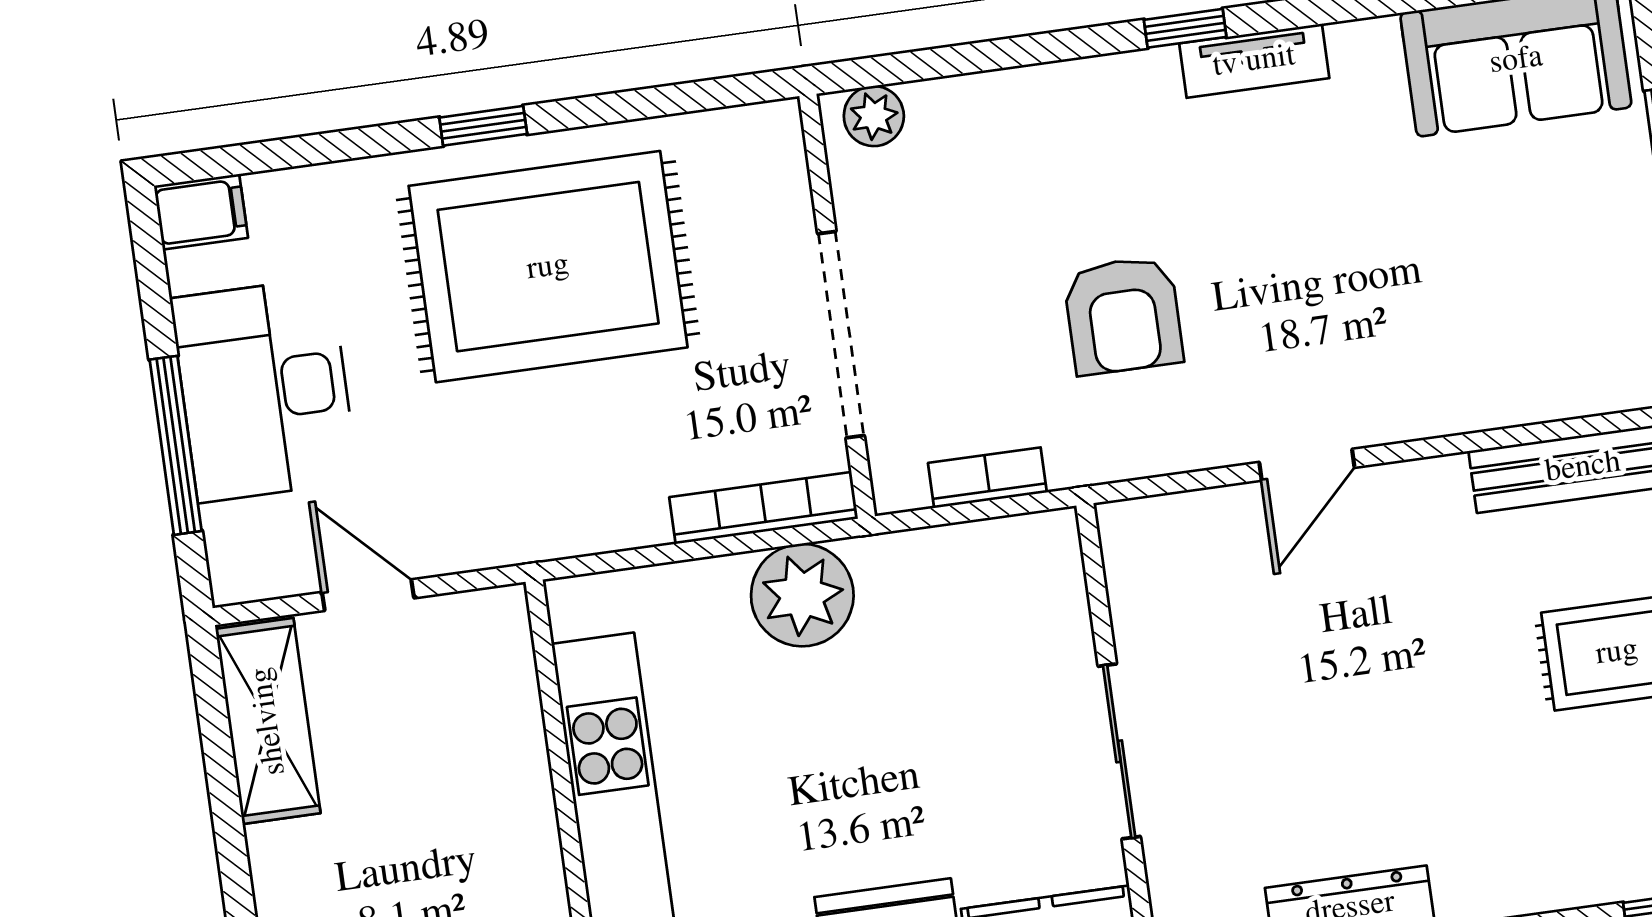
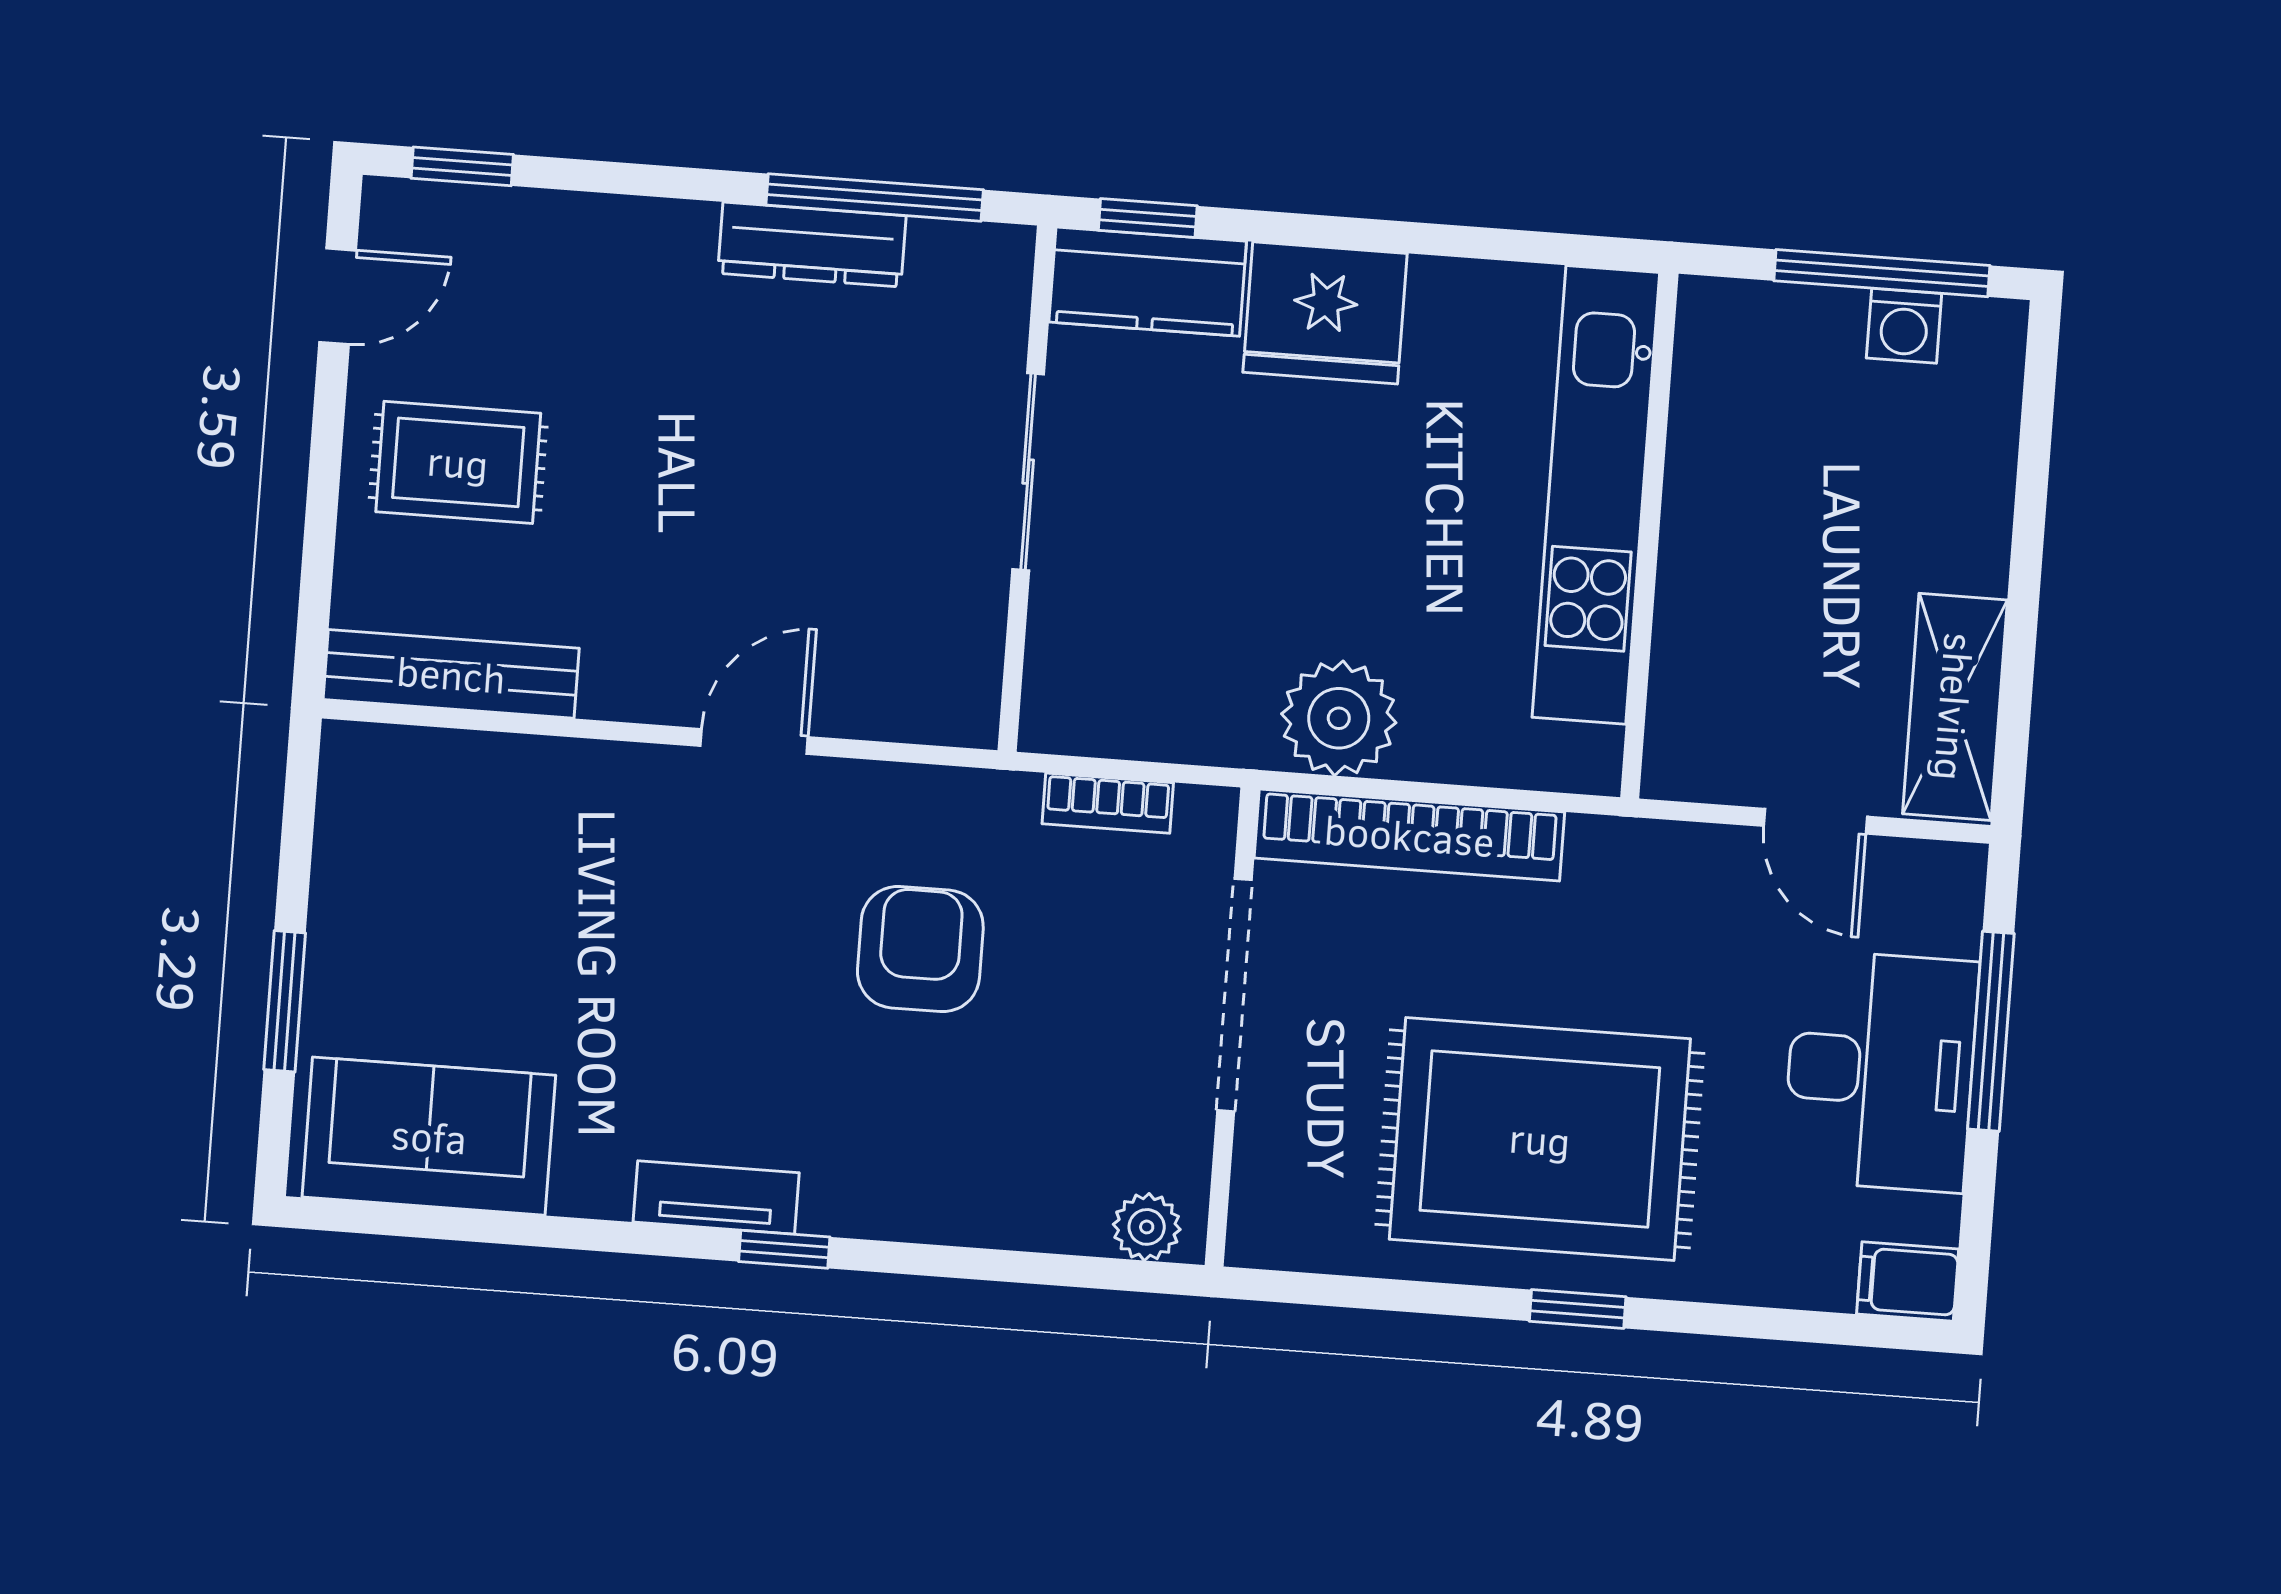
bookcase: (764, 508) -> (1409, 835), width x1.48, depth x1.31

